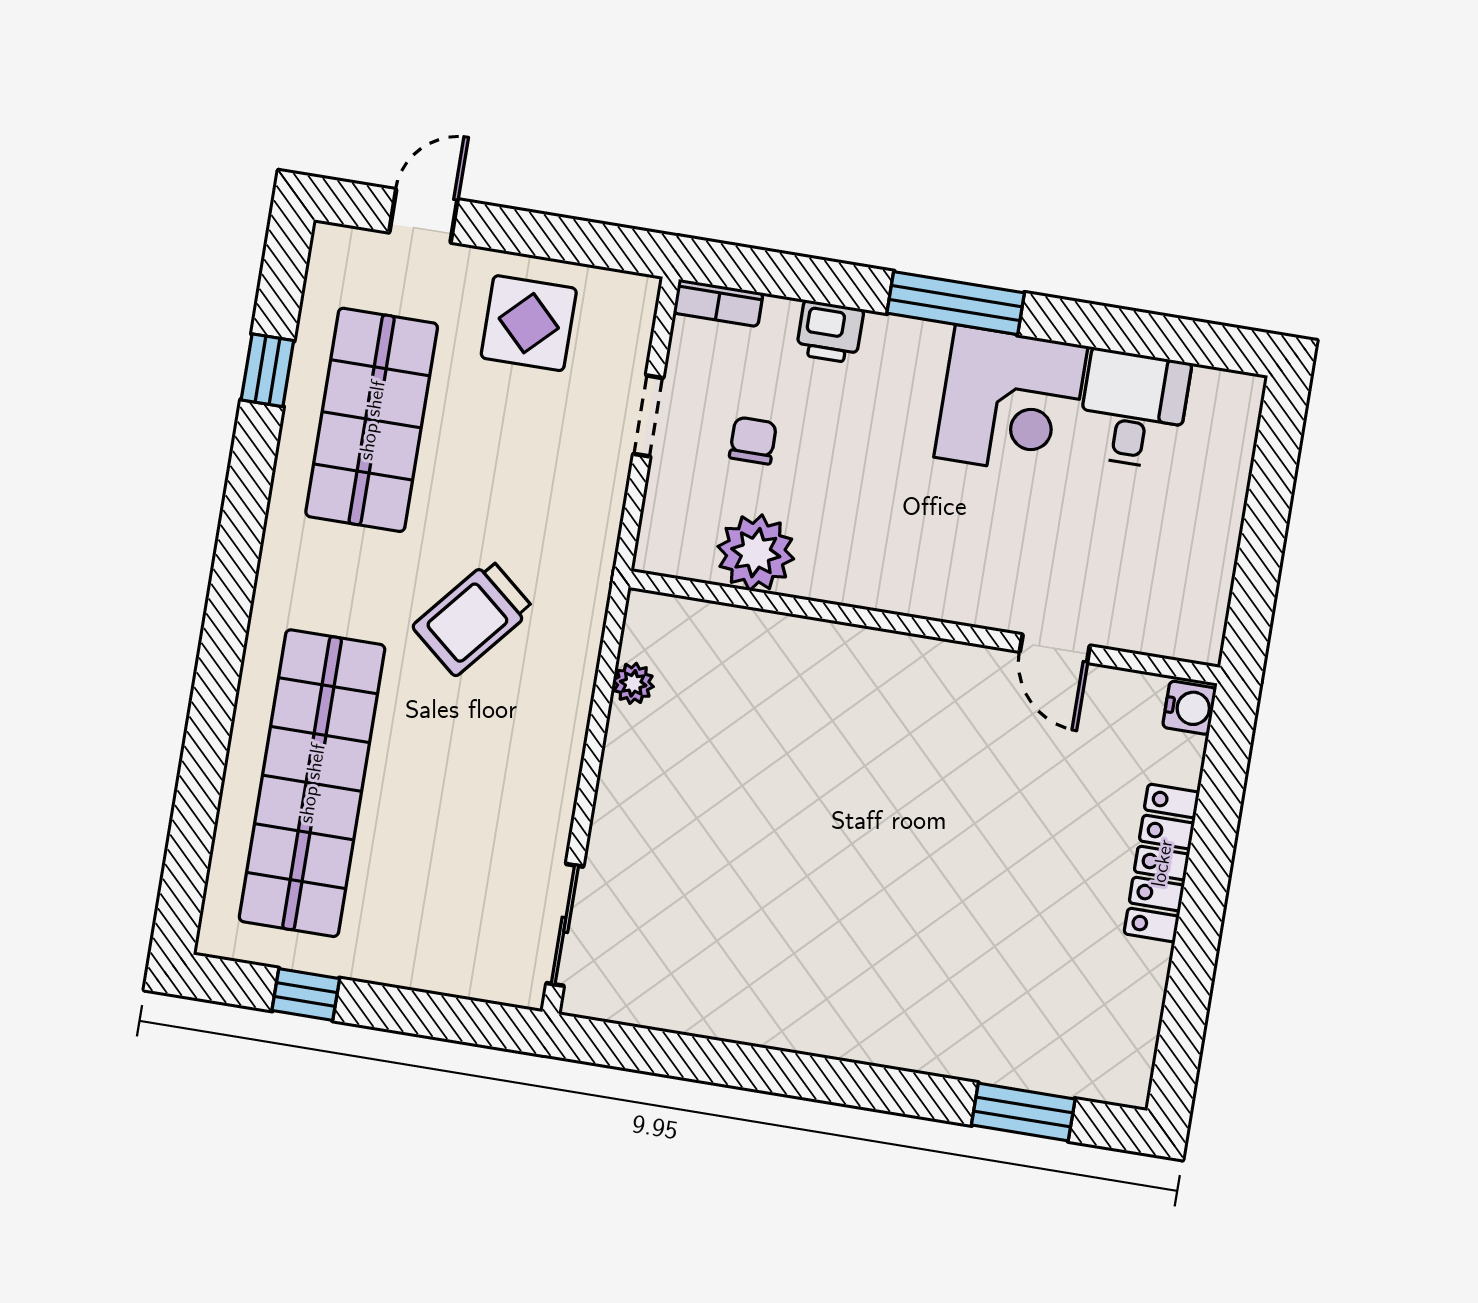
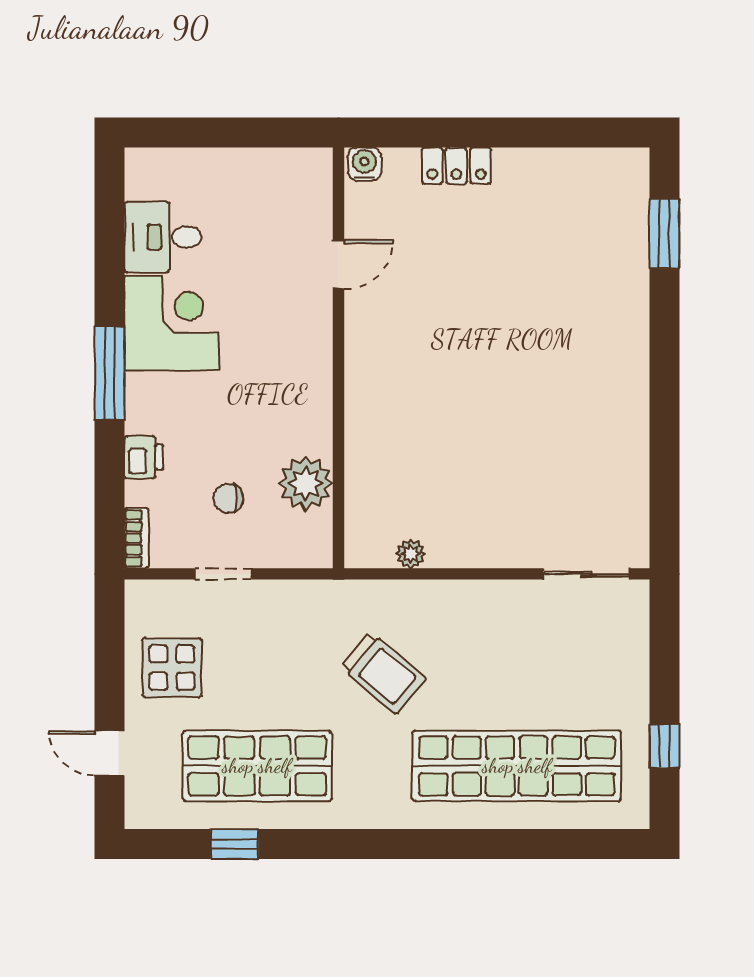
locker: (1162, 863) -> (456, 166), width x0.66

